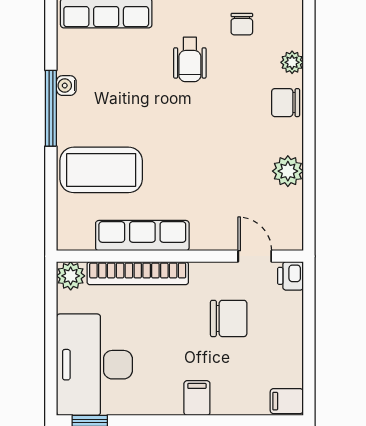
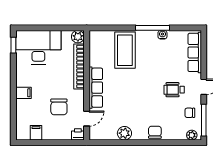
plant: (292, 62) -> (192, 135), moved
row of seats: (142, 236) -> (96, 88), moved
filing cabinet: (287, 401) -> (36, 133), moved

